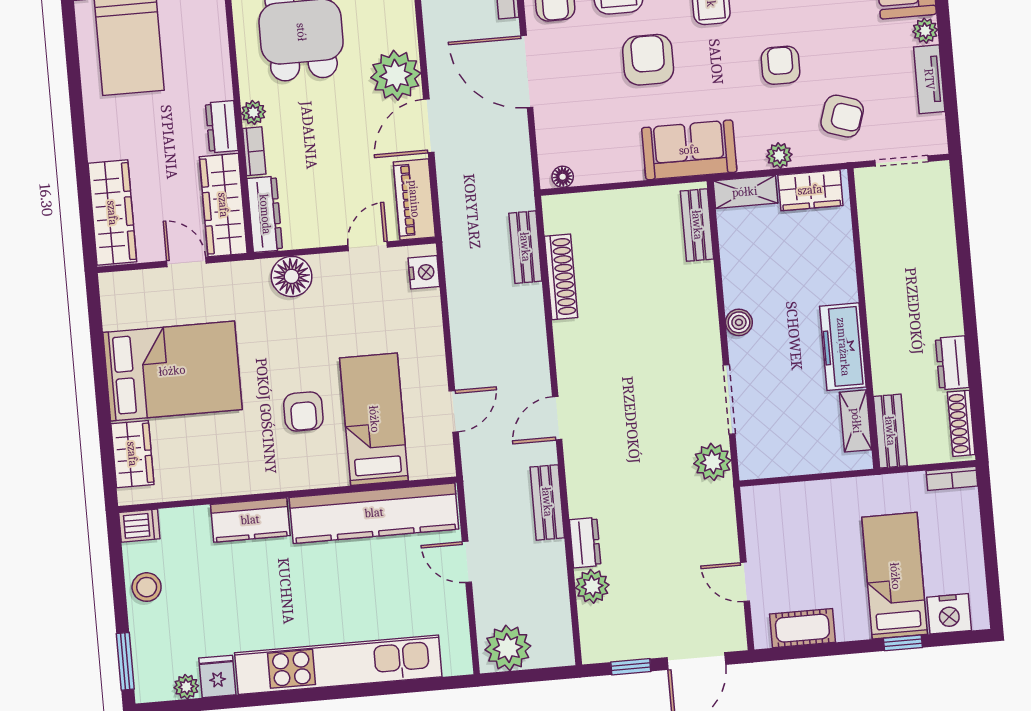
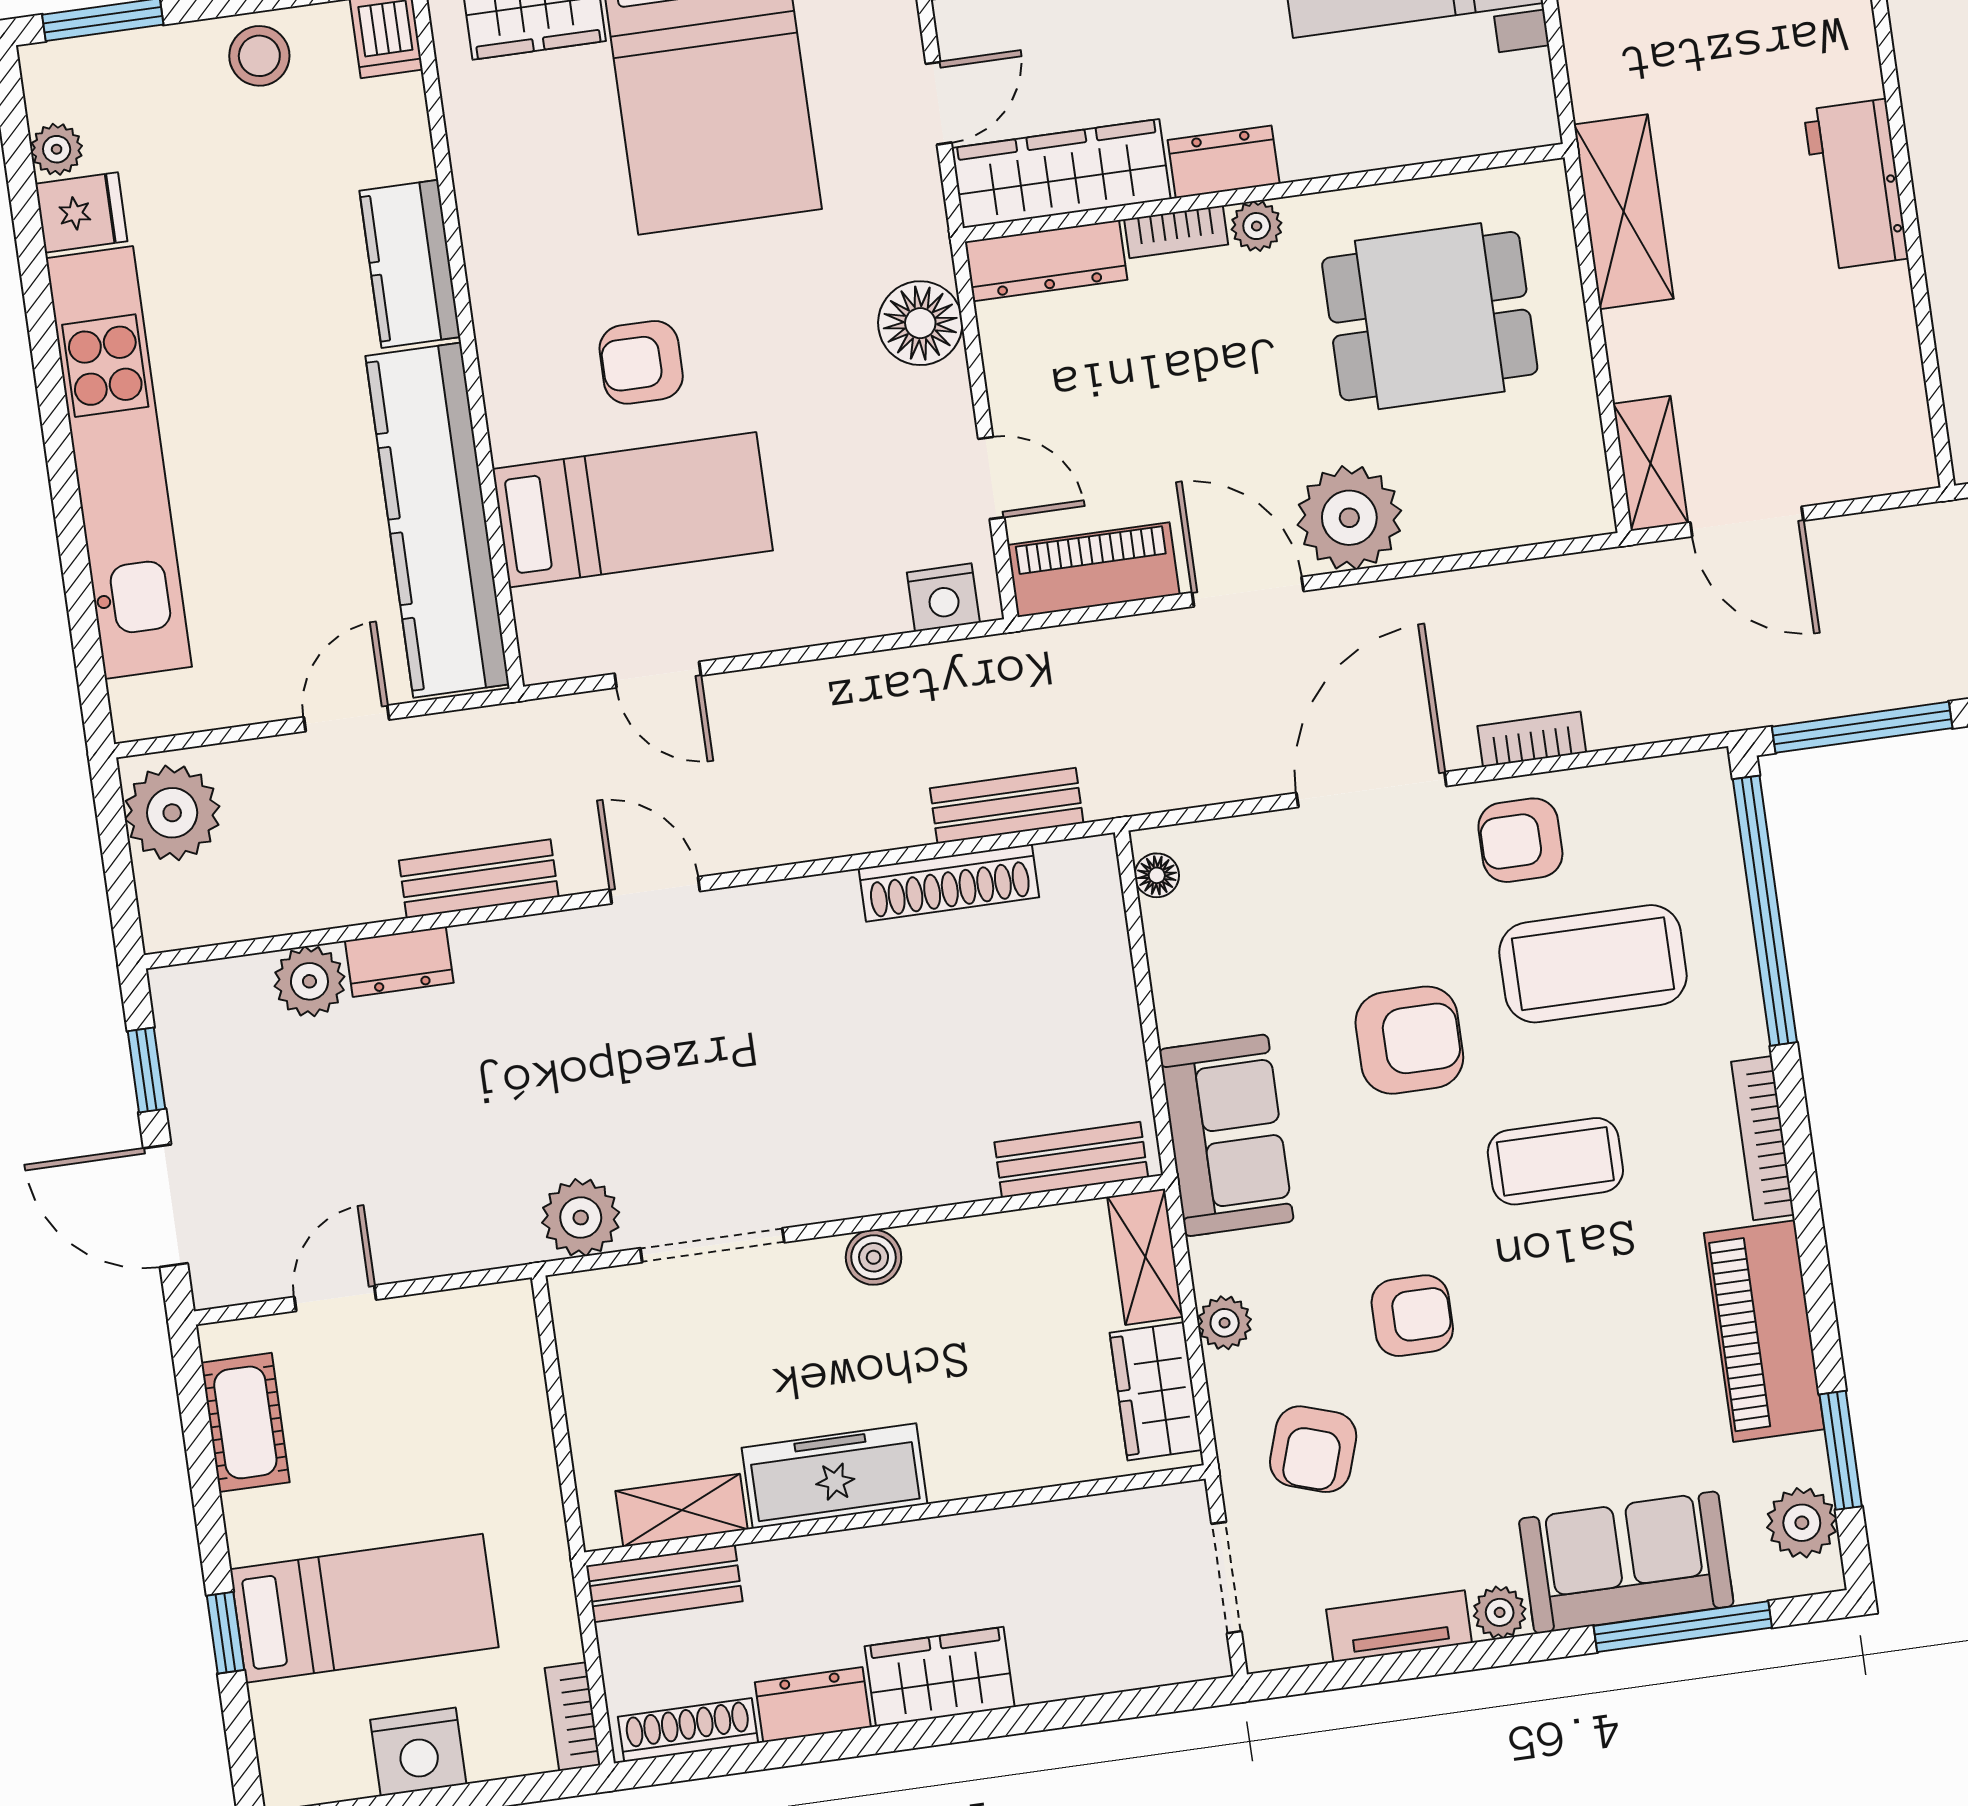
wardrobe: (942, 301) -> (940, 1677), added
nightstand: (949, 614) -> (418, 1752), moved, turned -90

